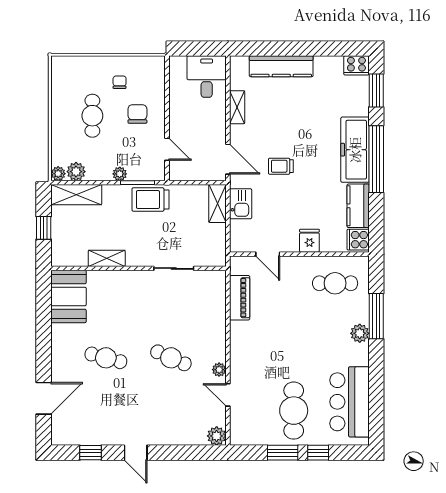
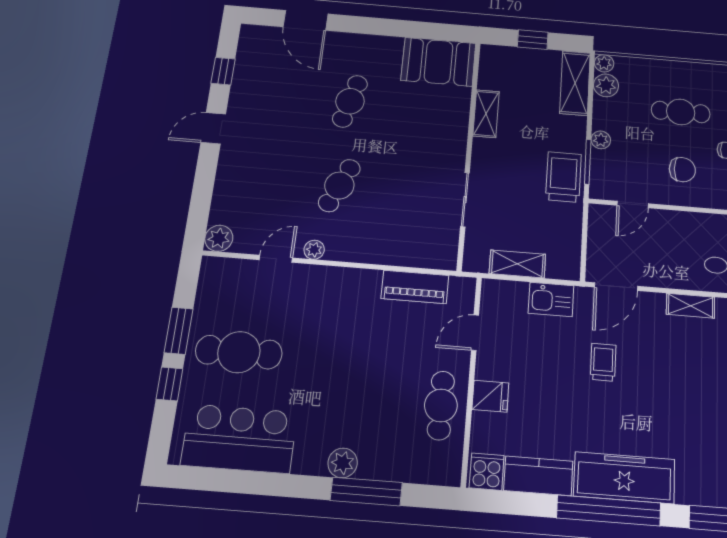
shelving: (217, 203) -> (517, 264), moved
cafe table: (335, 283) -> (441, 405), moved

